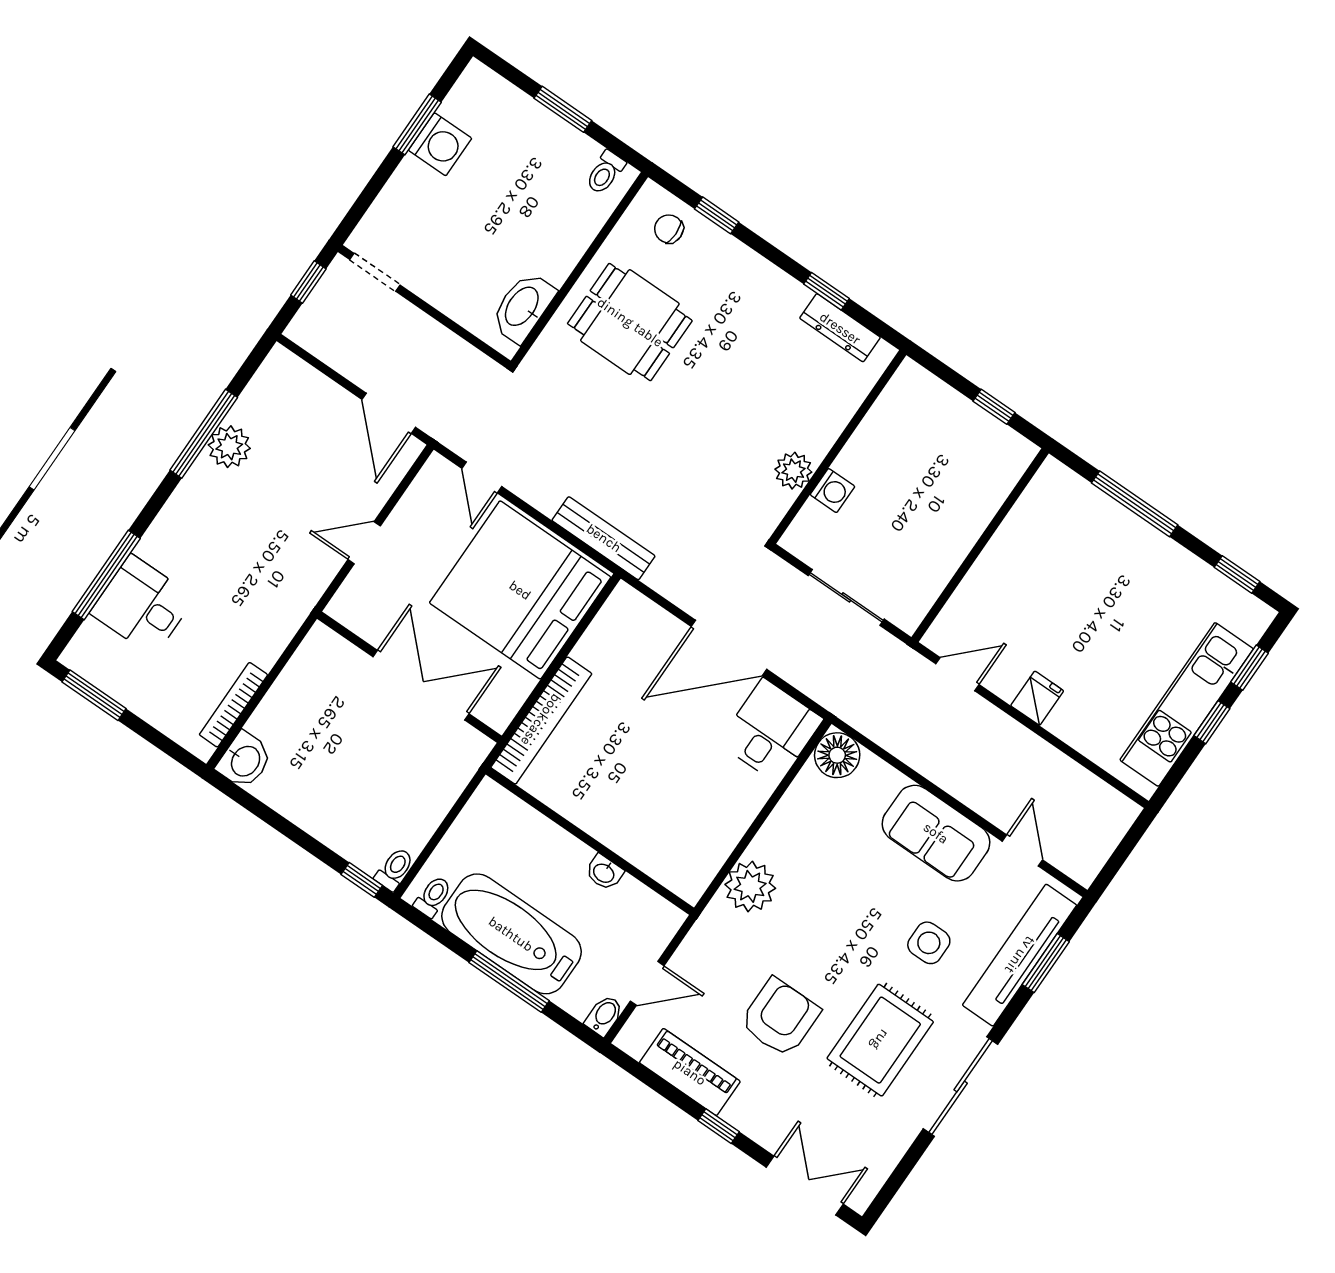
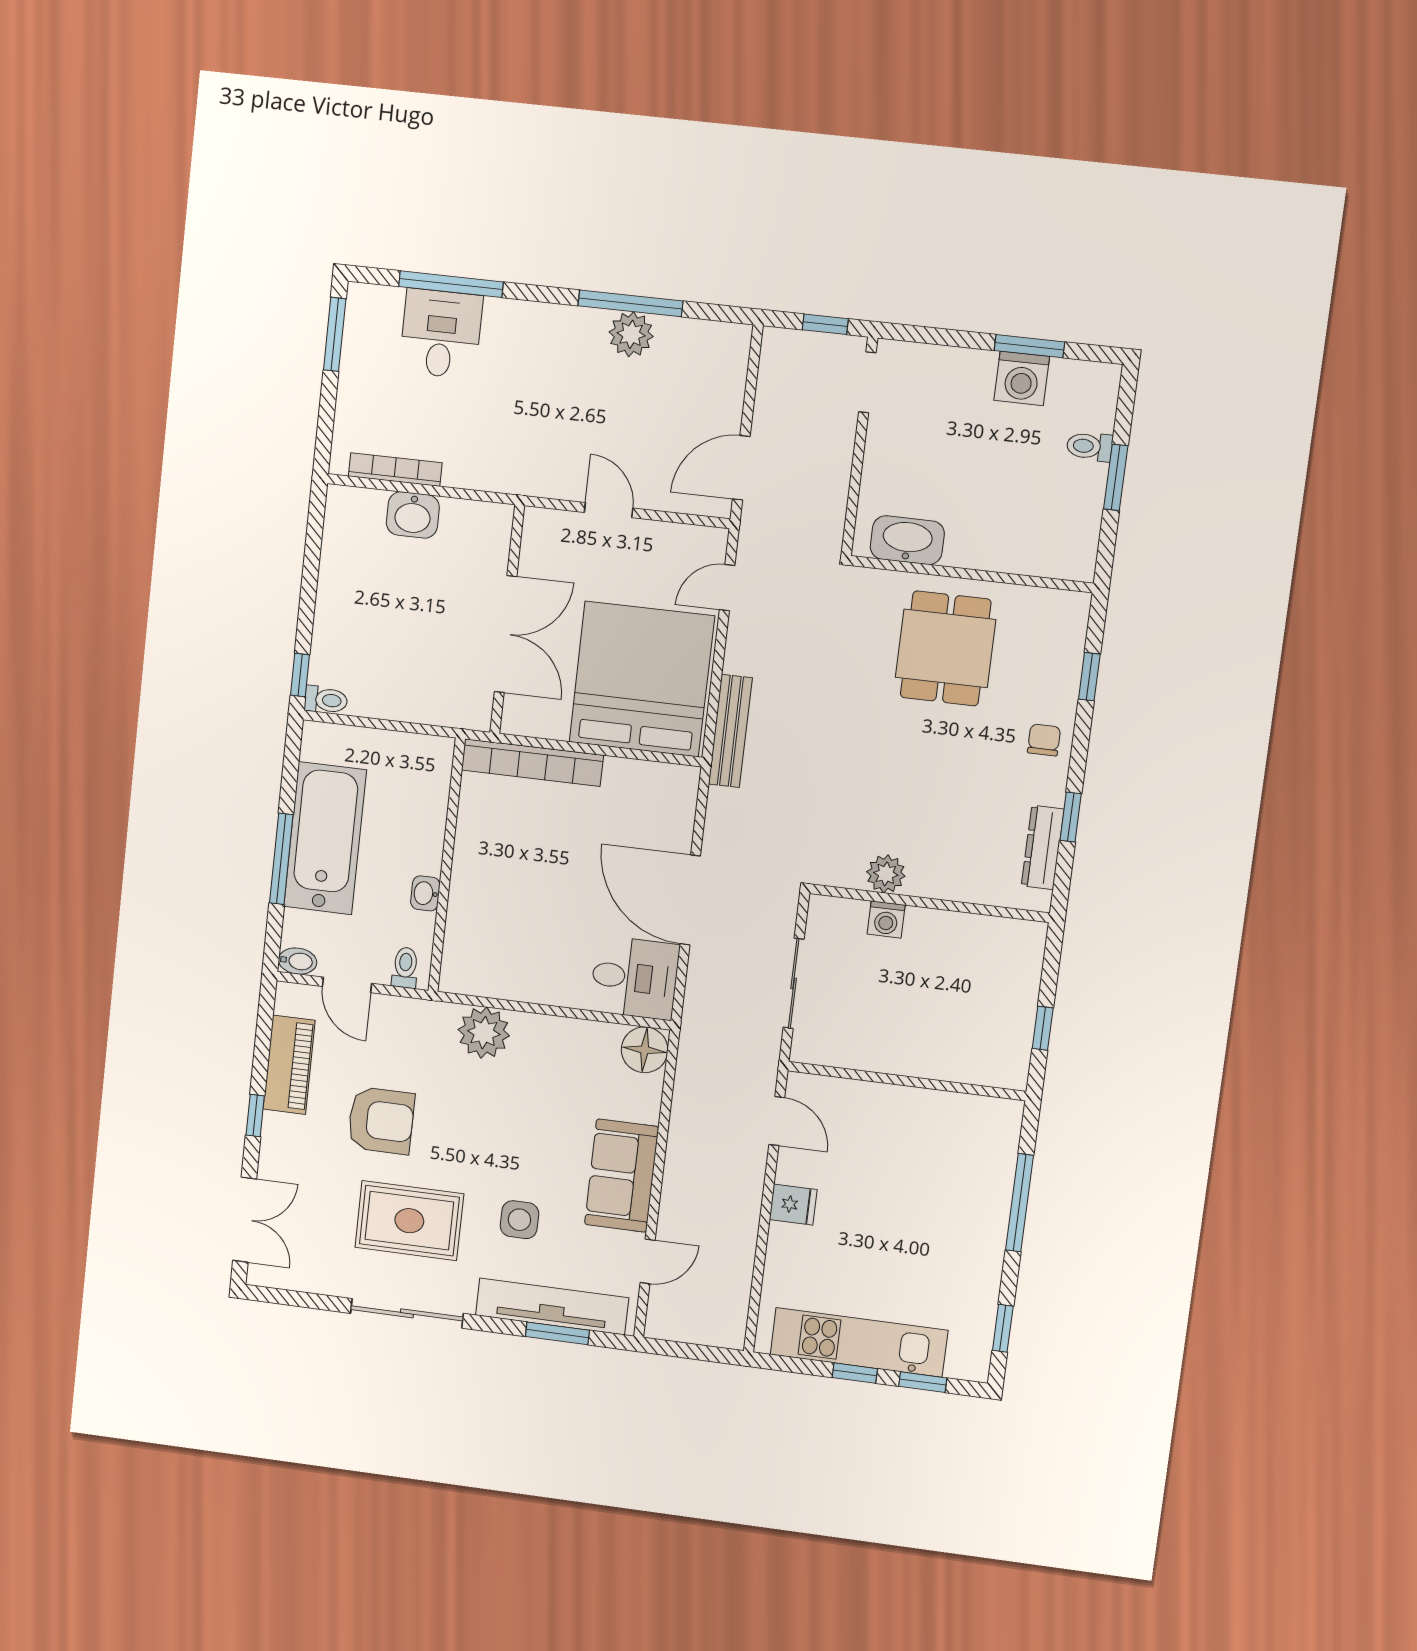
toilet: (605, 172) -> (1090, 446), moved
chair: (669, 229) -> (1044, 740), moved
washbasin: (245, 760) -> (413, 515), moved
toilet: (433, 896) -> (405, 968), moved, turned -90

